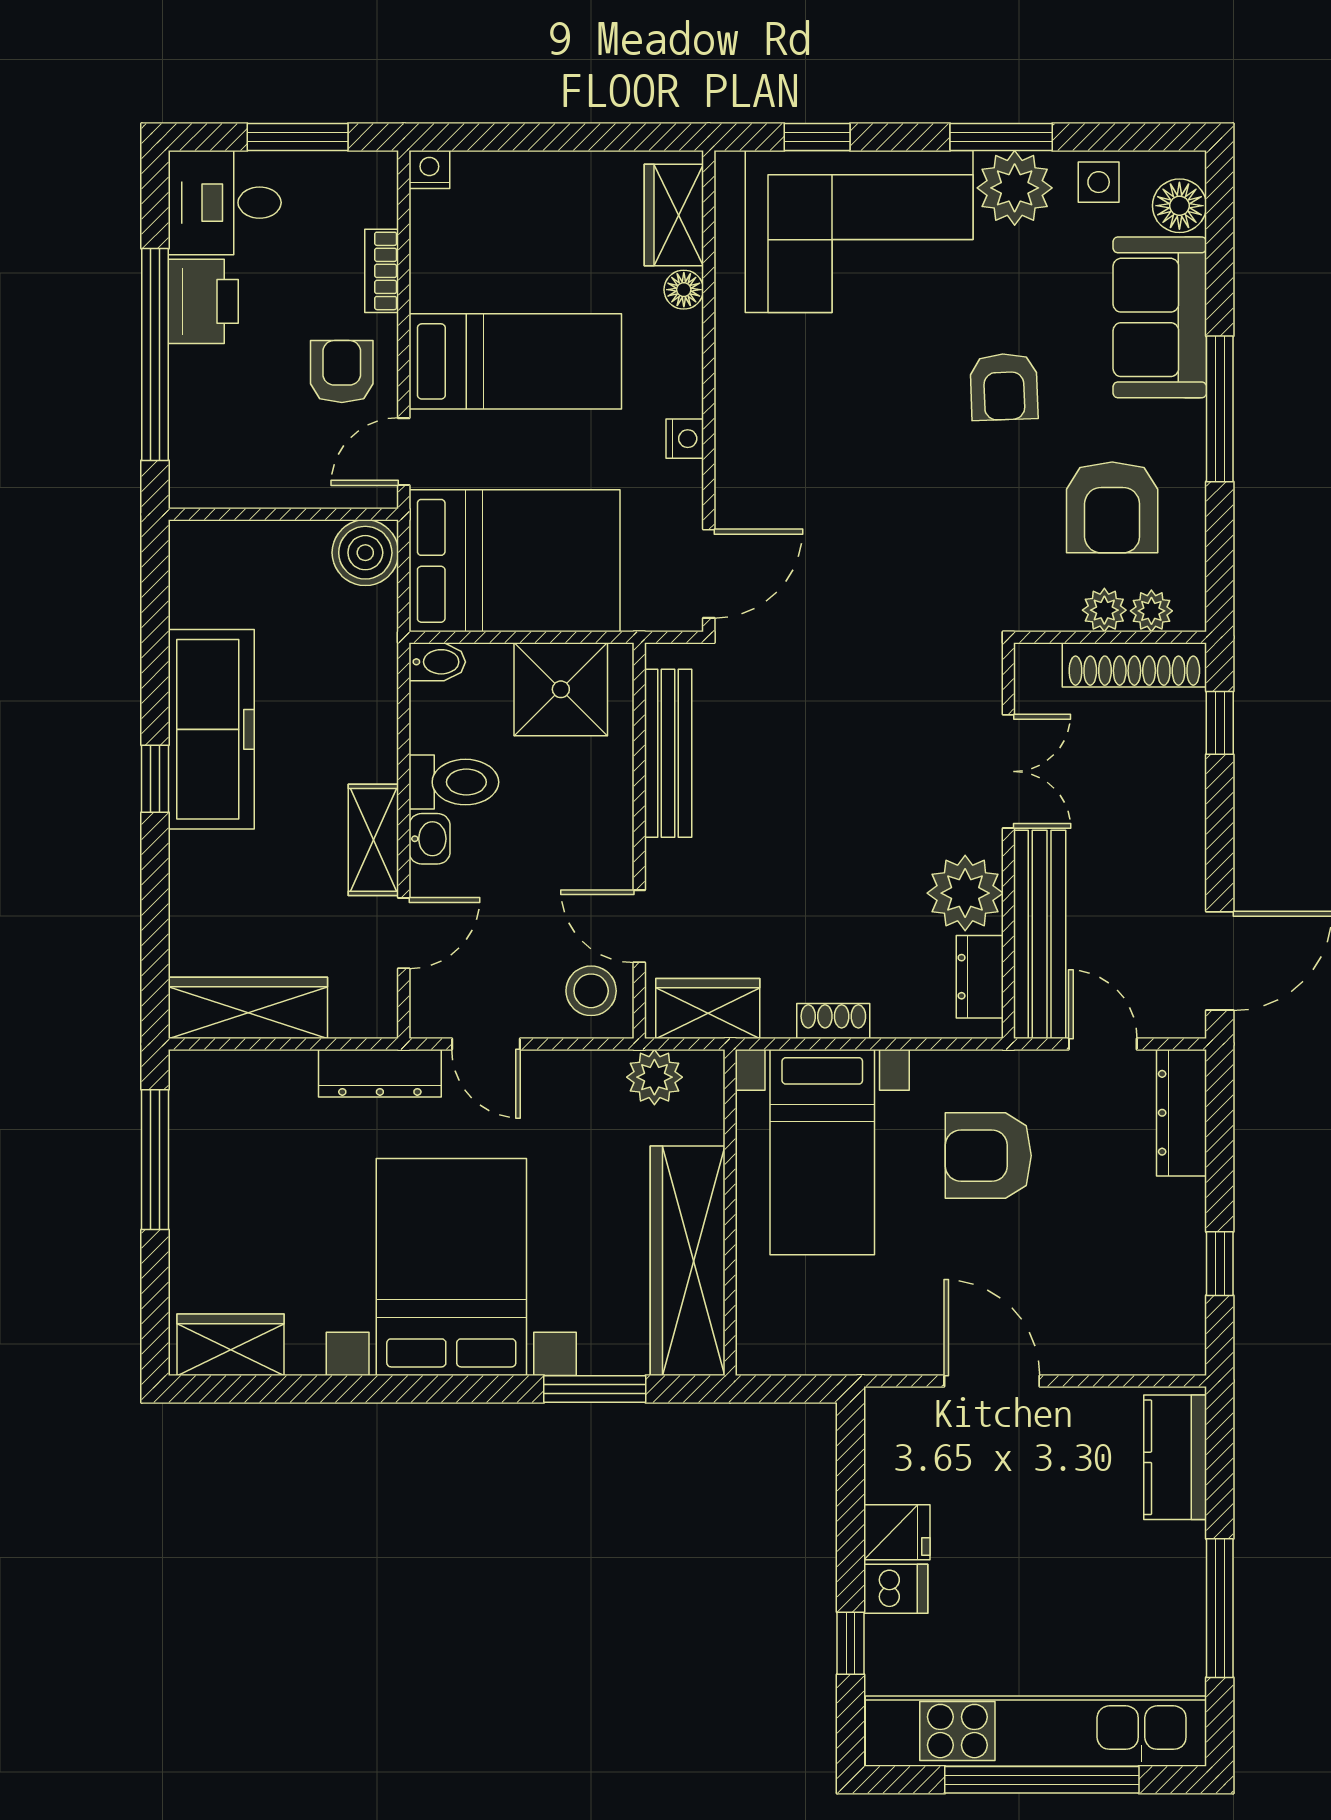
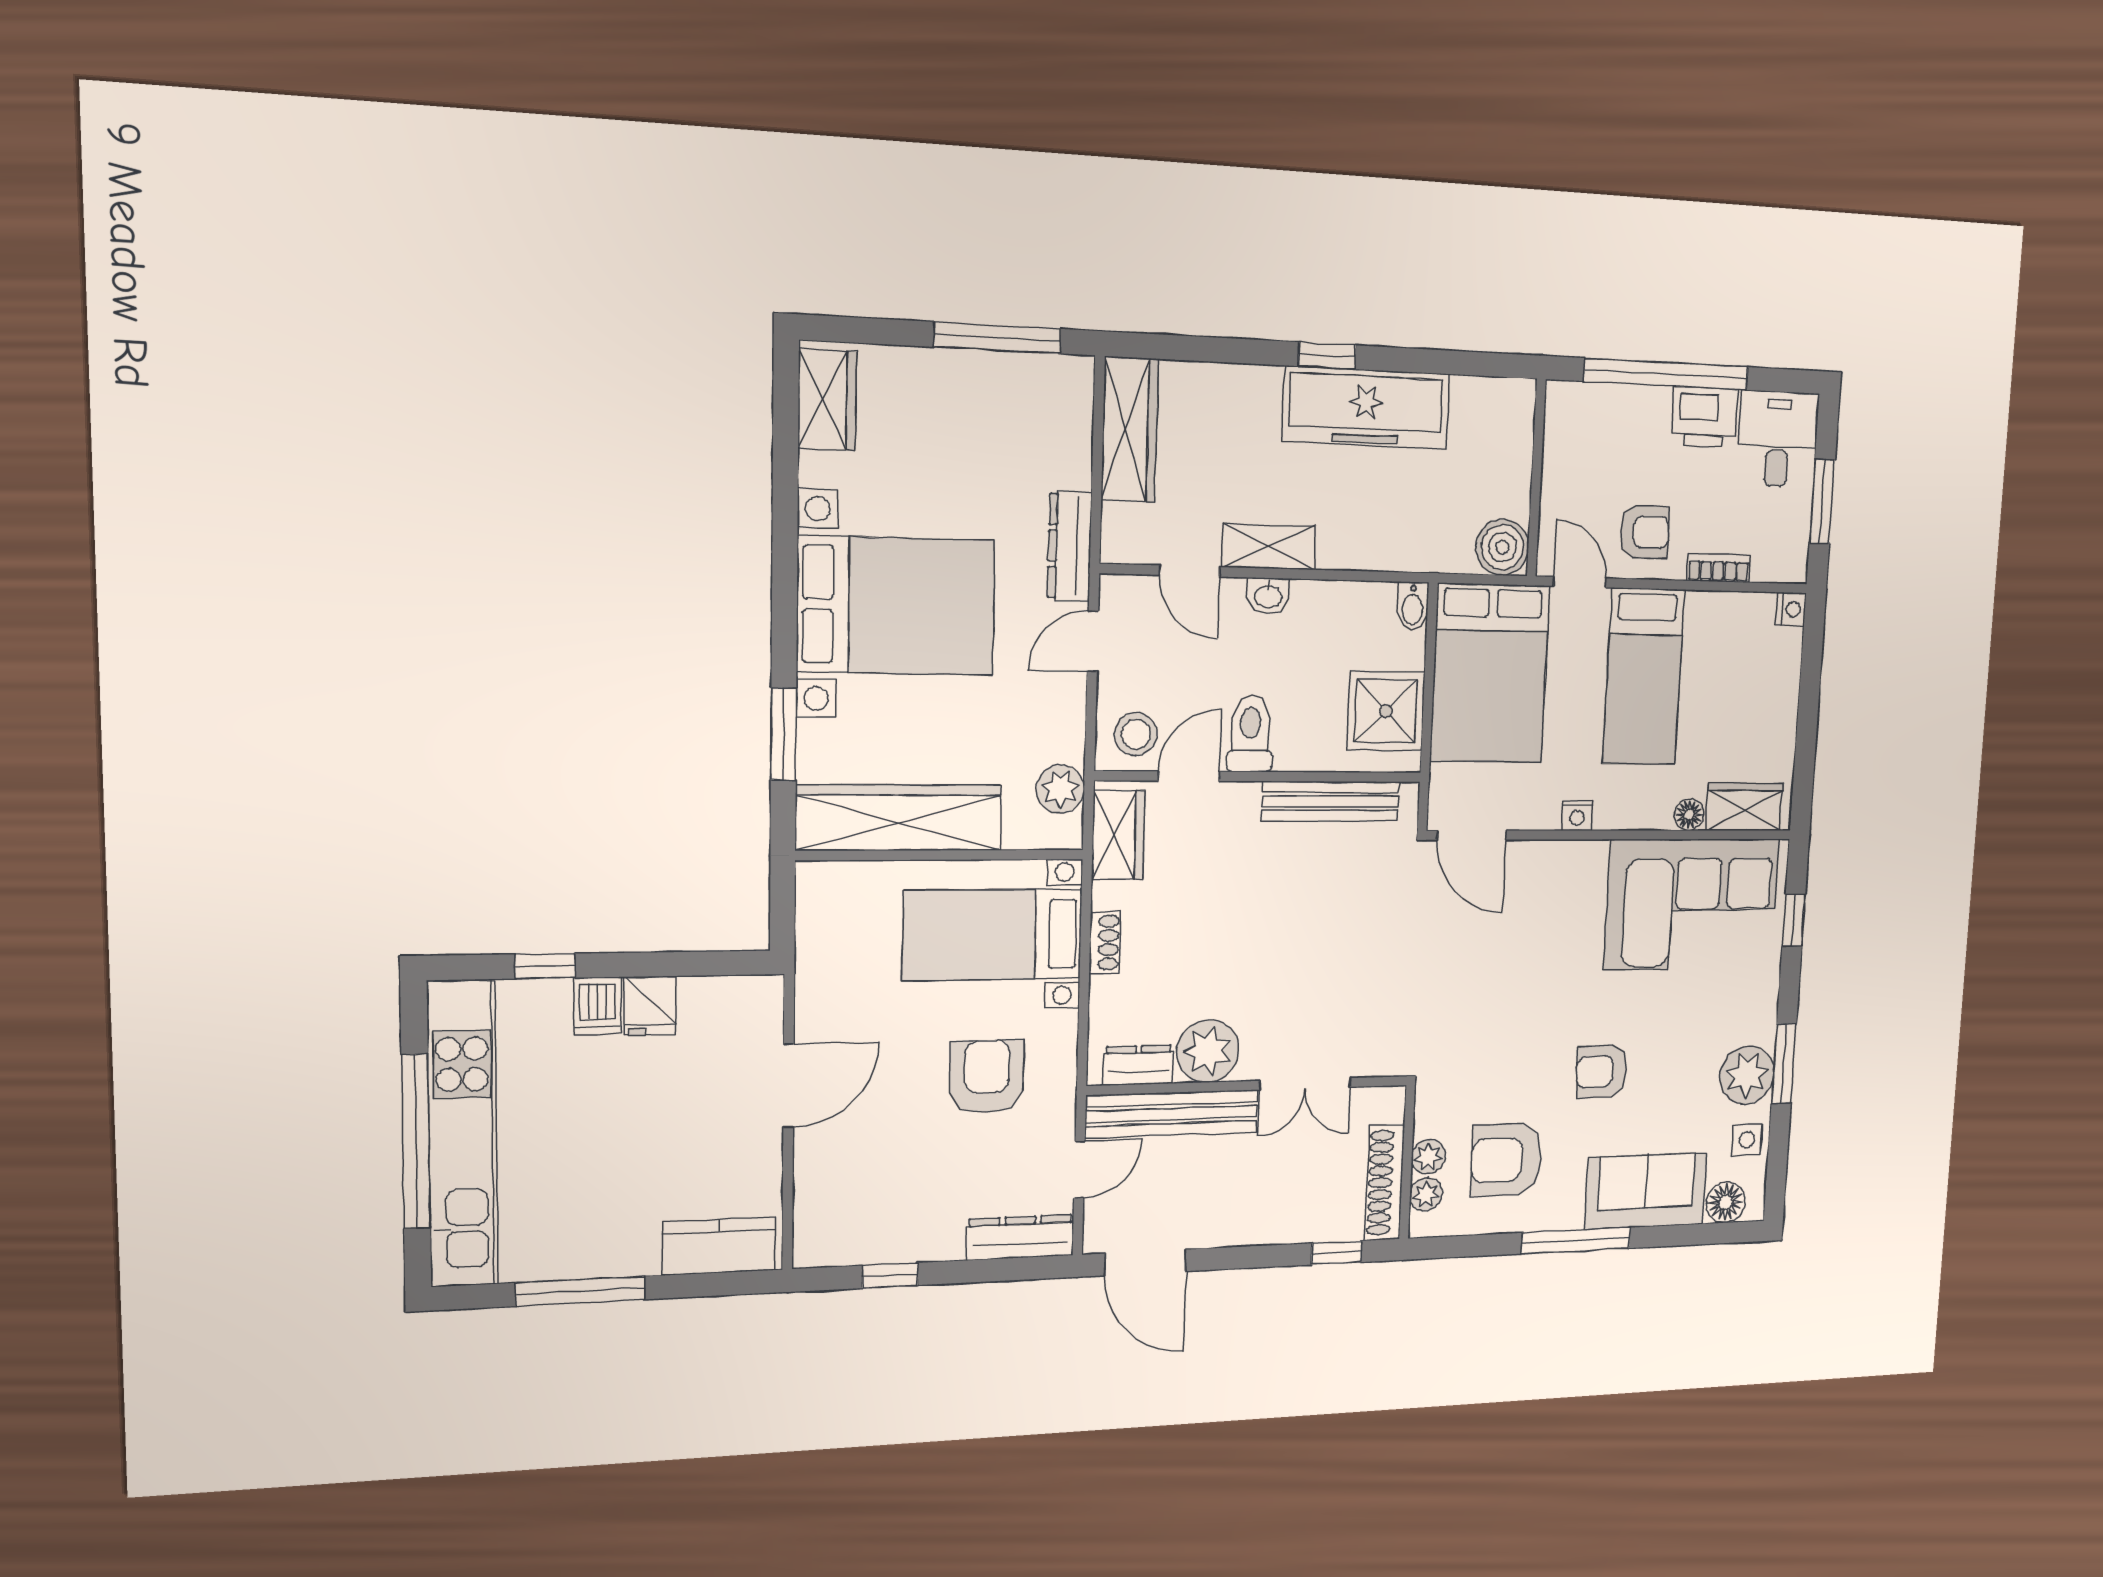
corner sofa: (859, 231) -> (1692, 904), moved, turned -90
toilet: (454, 782) -> (1250, 734), moved, turned 180

